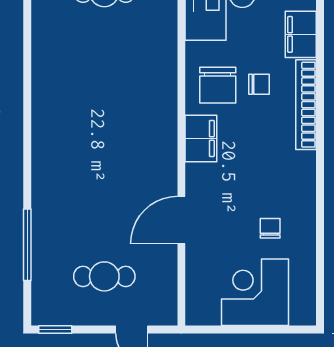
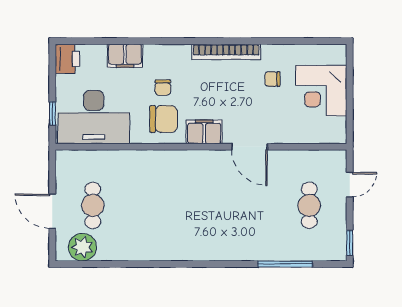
chair: (259, 84) -> (163, 88), turned 180
bookcase: (306, 105) -> (226, 52), moved
door: (181, 220) -> (249, 147), moved

